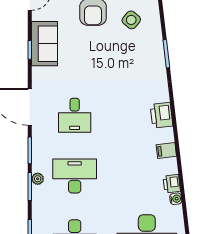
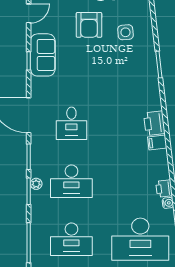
side table: (131, 20) -> (125, 32), turned 45
filing cabinet: (166, 151) -> (157, 143), moved
desk: (75, 176) -> (71, 181), turned 180

